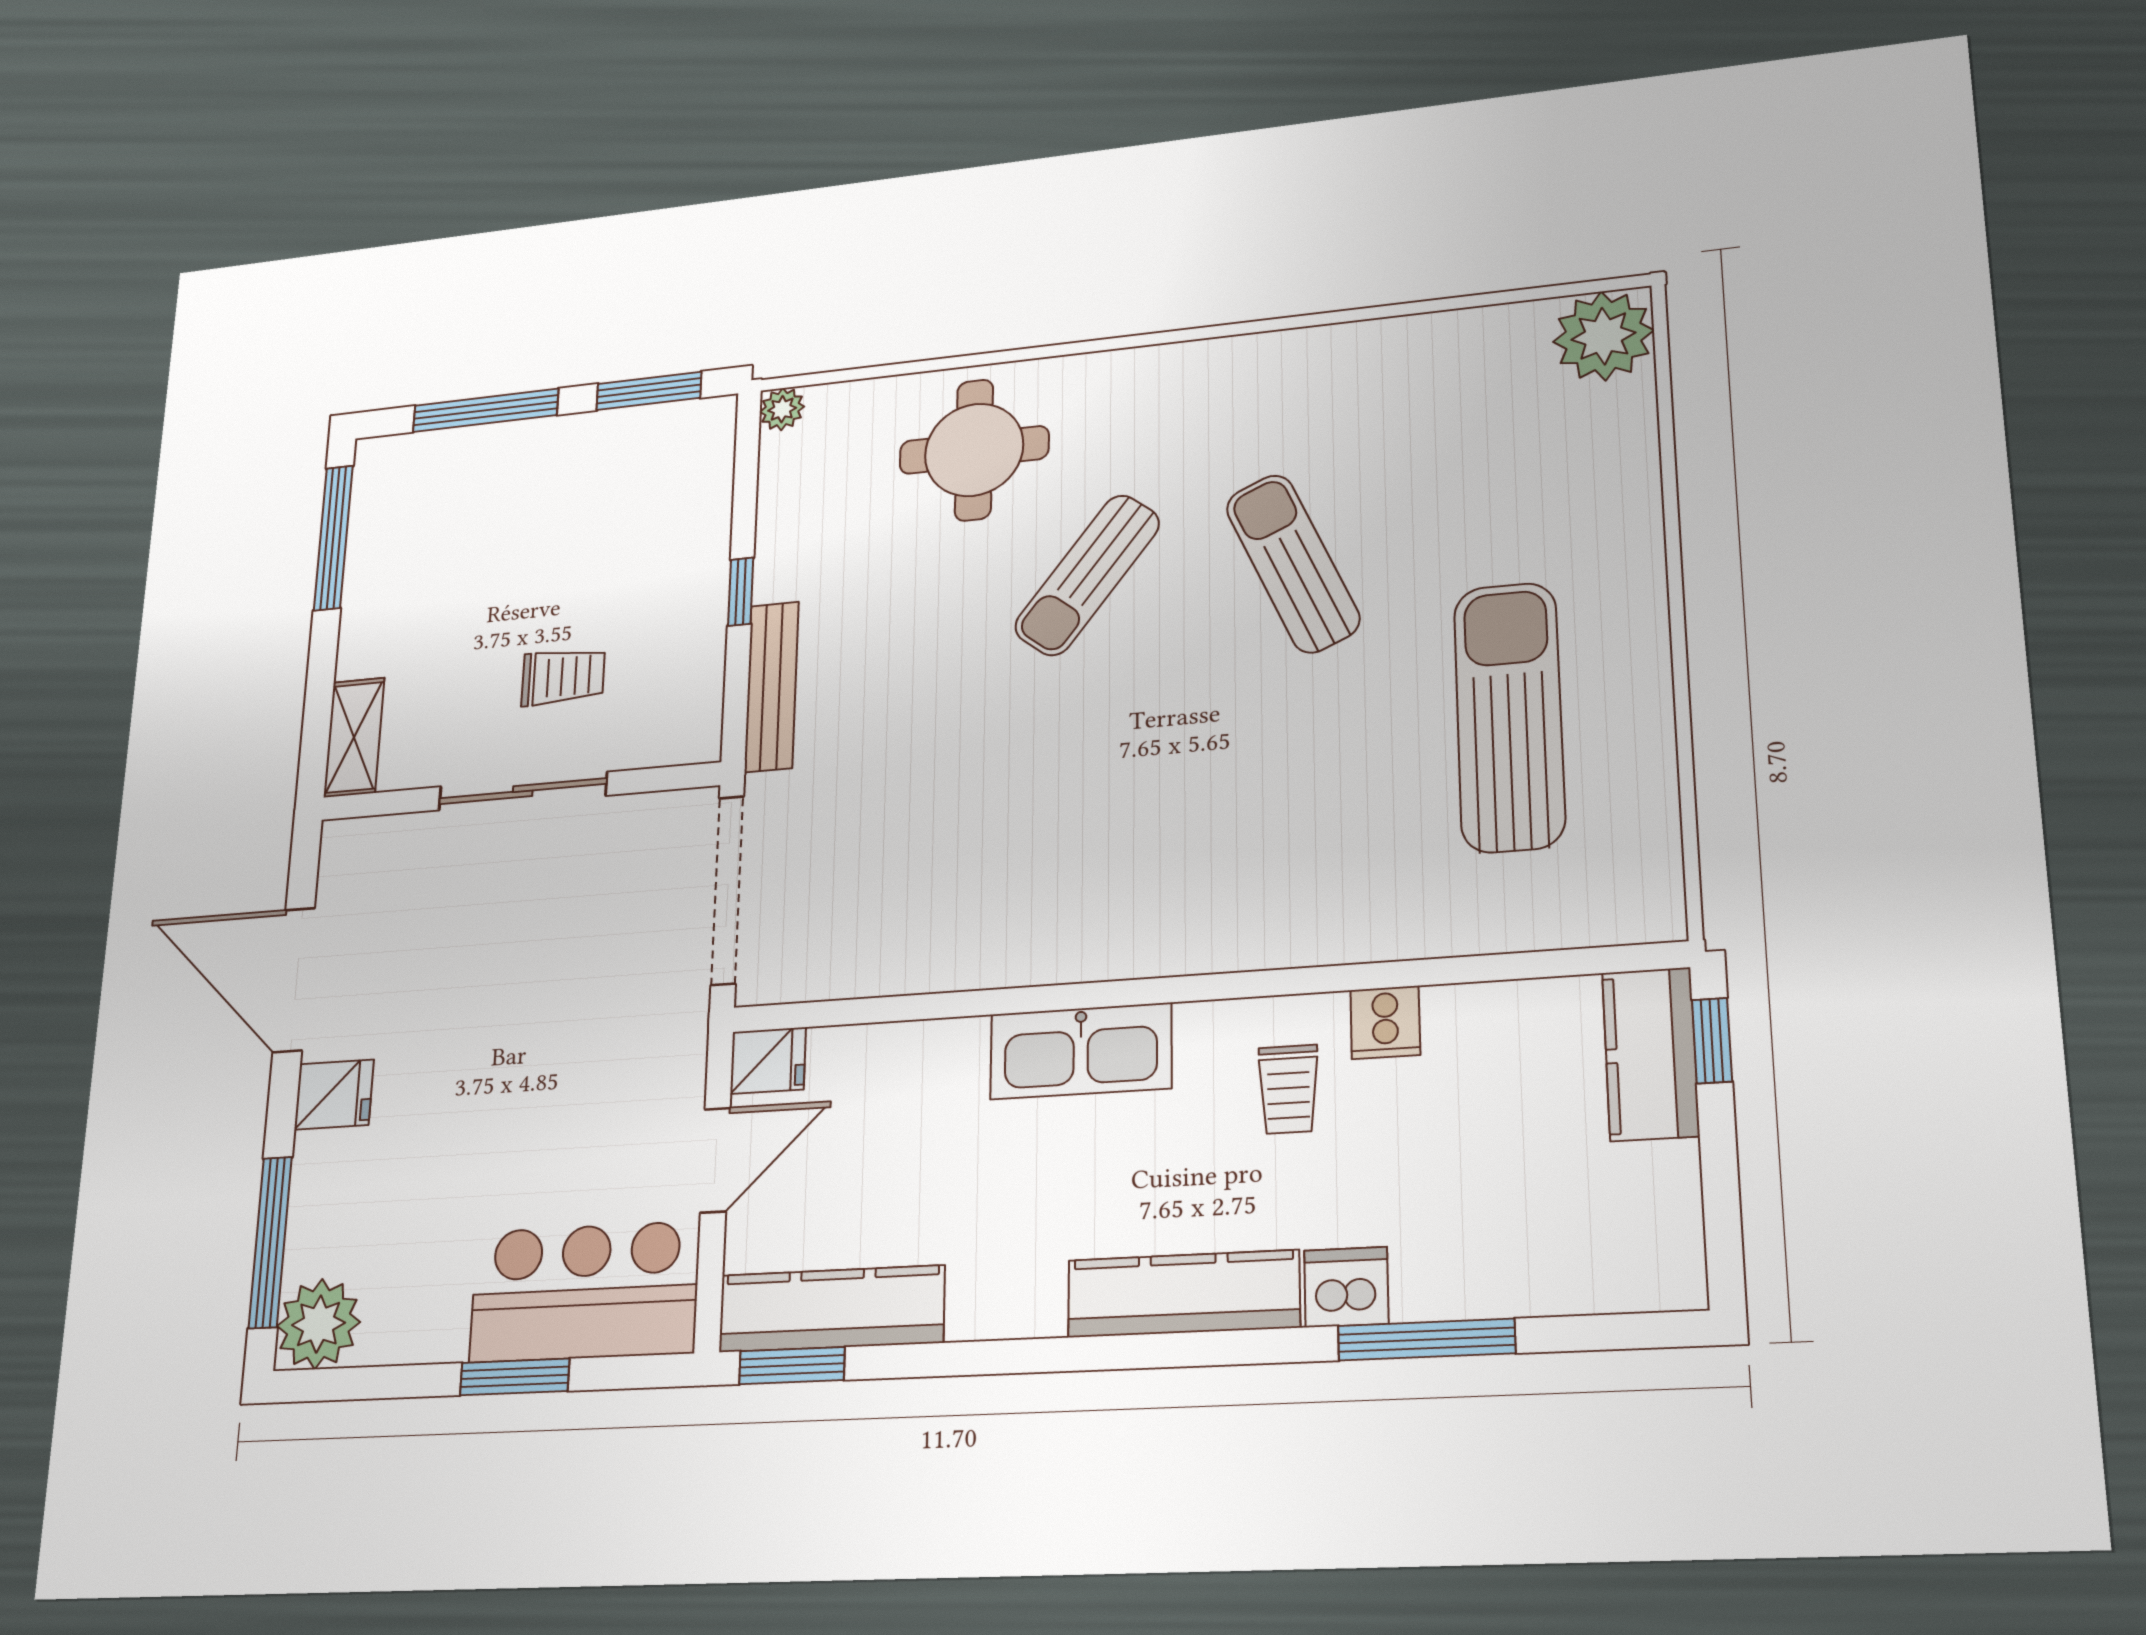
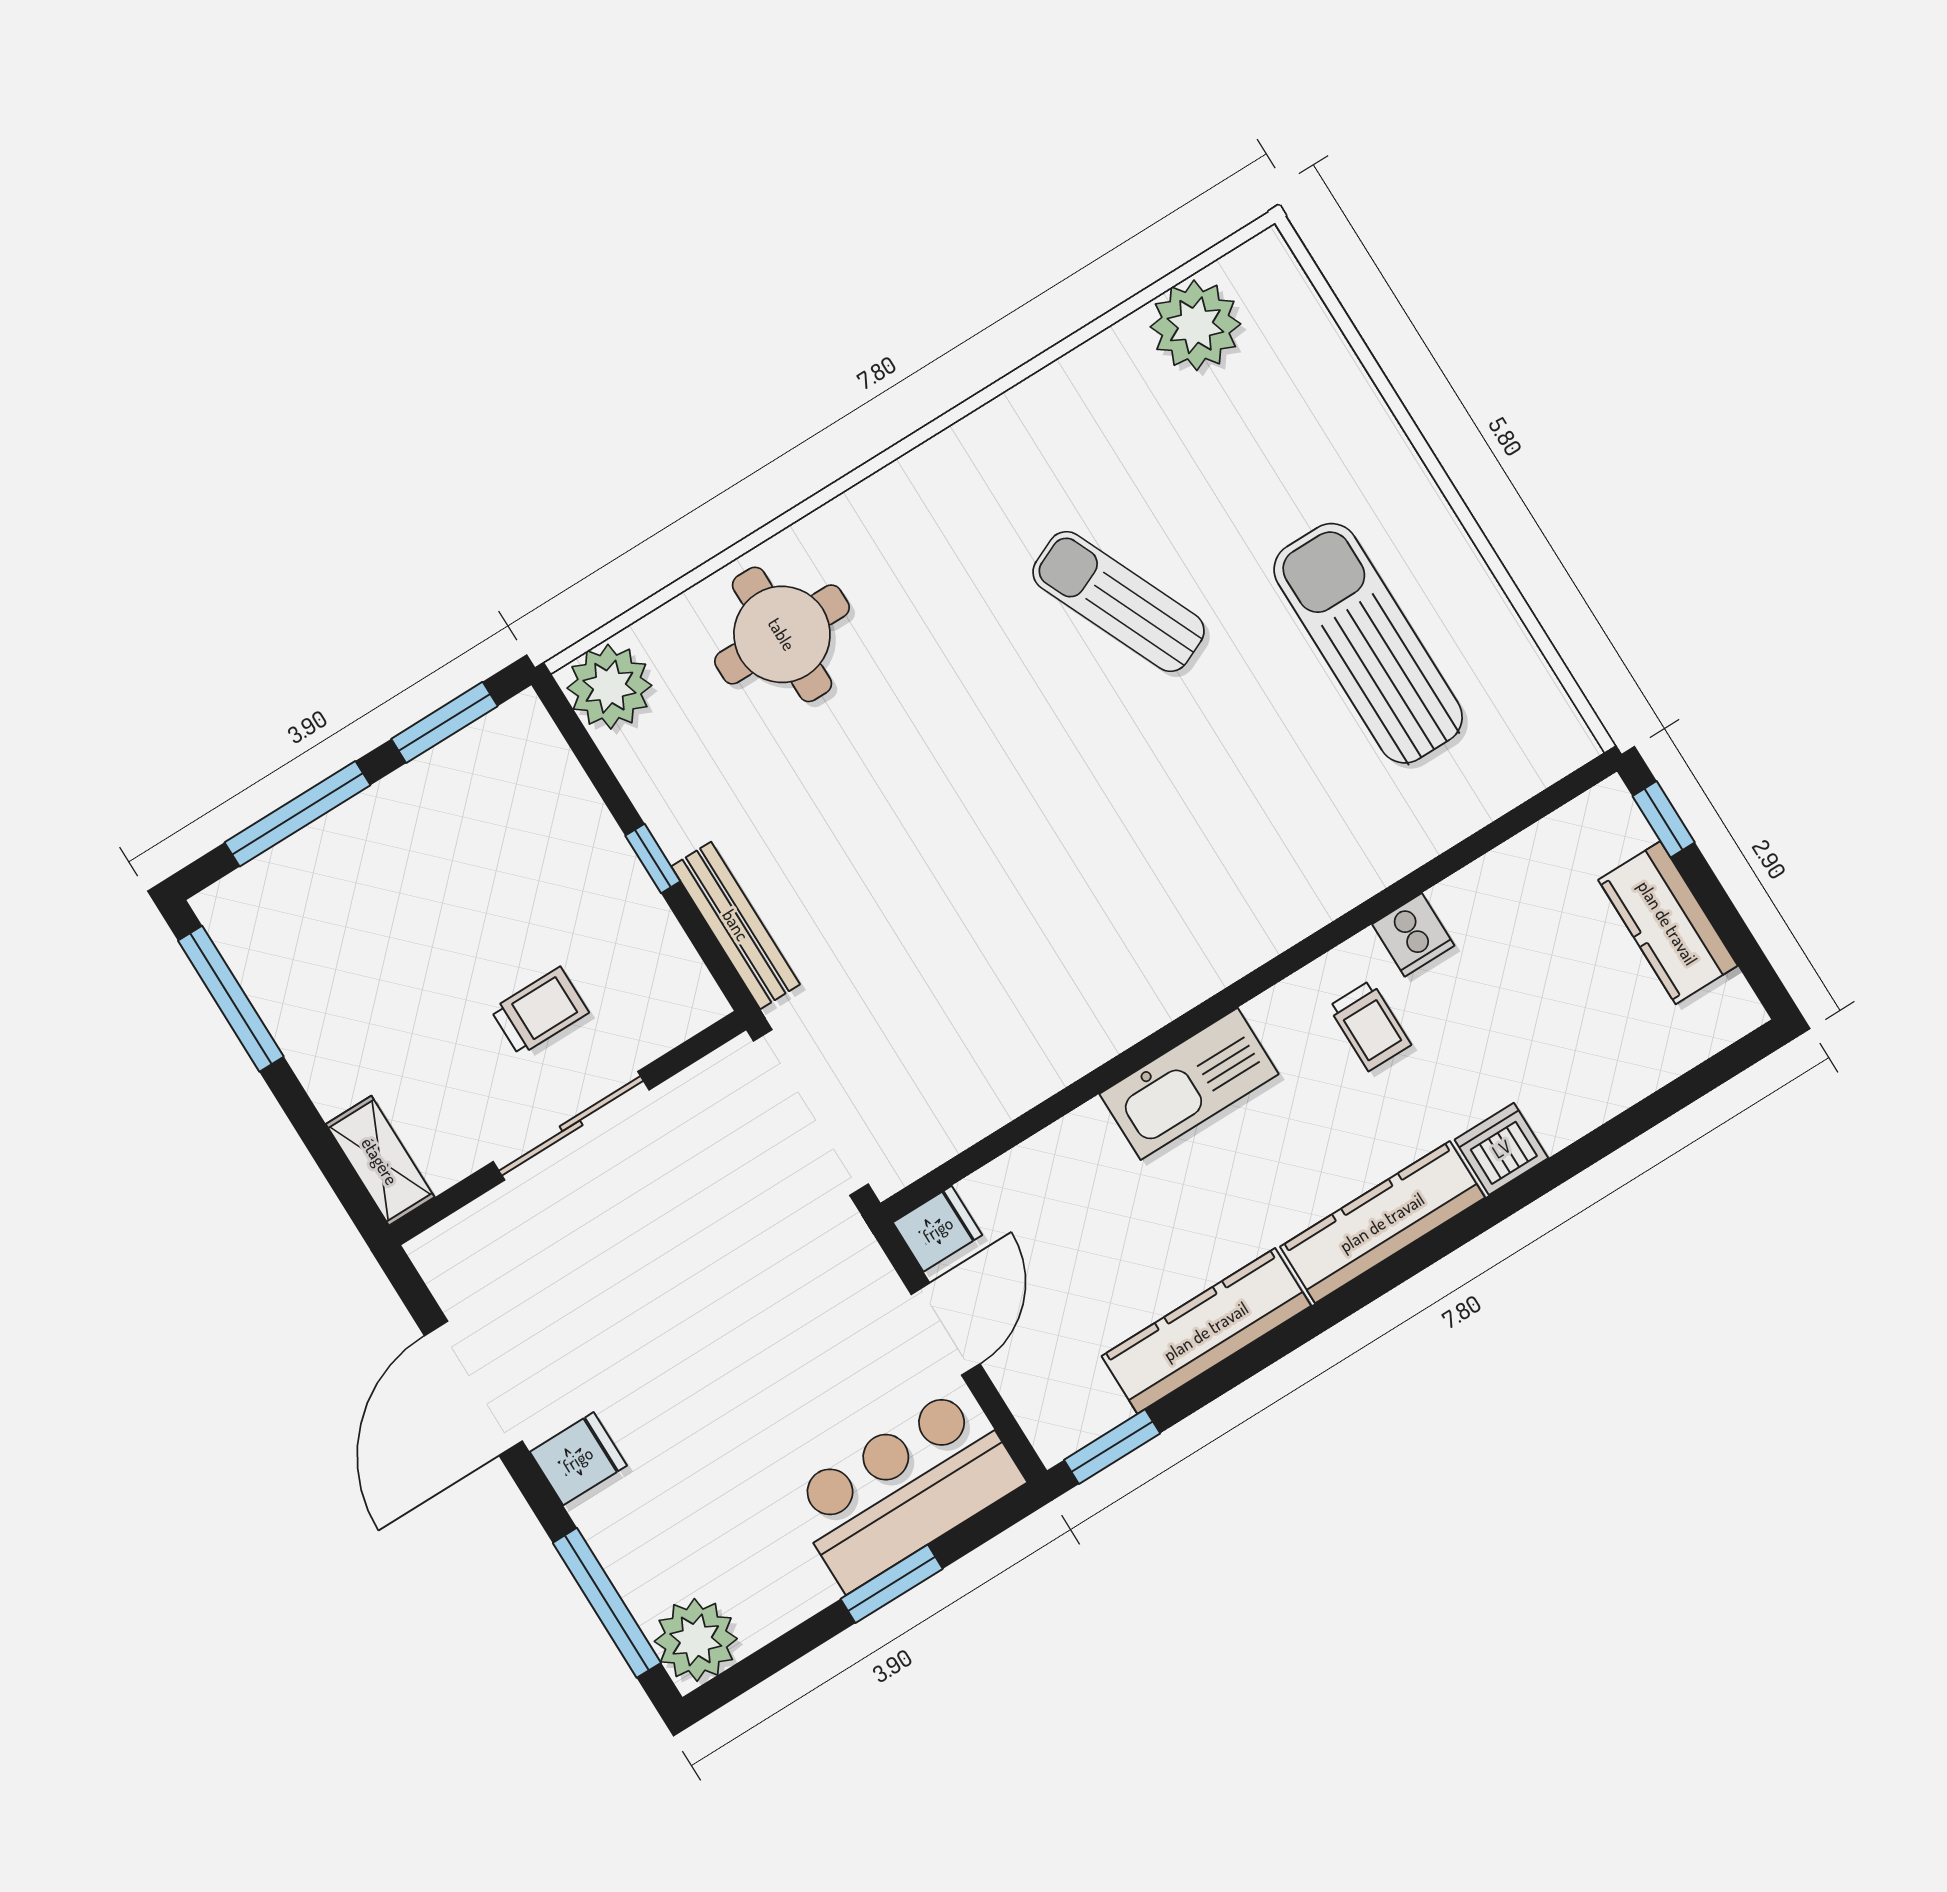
plant: (1603, 336) -> (1195, 325), moved
plant: (782, 409) -> (609, 687), width x1.88, depth x1.88
sun lounger: (1087, 575) -> (951, 696), removed
door: (294, 980) -> (473, 1388), hinge flipped
kitchen counter: (1651, 1054) -> (1668, 923), moved
kitchen counter: (831, 1309) -> (1206, 1331), moved
window: (1426, 1340) -> (1582, 1154), removed

